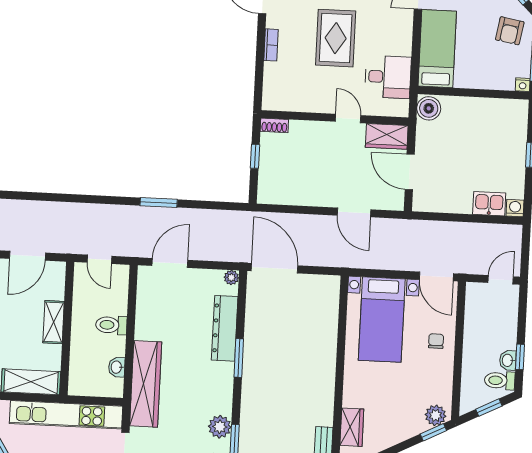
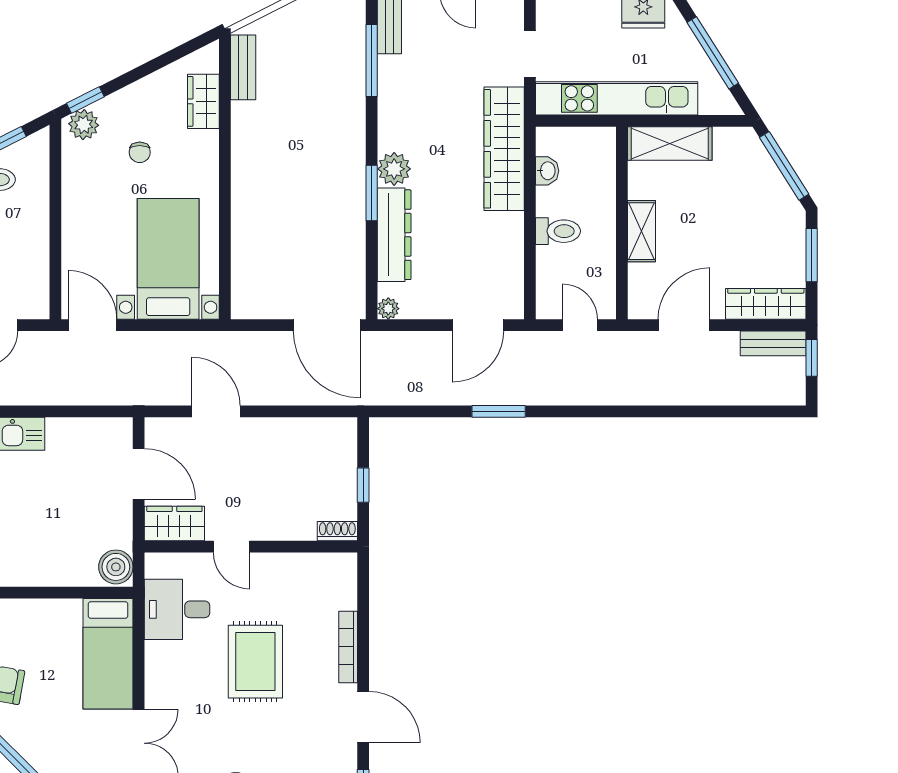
bookcase: (271, 45) -> (348, 647), width x1.56
chair: (436, 341) -> (140, 152), moved
plant: (220, 427) -> (394, 169), moved

